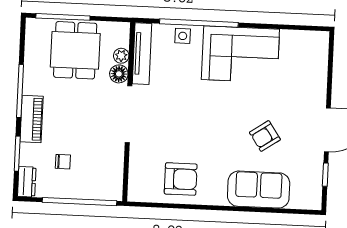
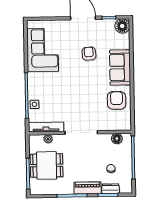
corner sofa: (240, 54) -> (43, 50), moved
floor lamp: (119, 74) -> (117, 139), moved
armchair: (265, 136) -> (89, 54), turned -151
dresser: (27, 182) -> (111, 189), moved
sofa: (259, 190) -> (120, 67), moved
floor lamp: (309, 197) -> (122, 26), added

